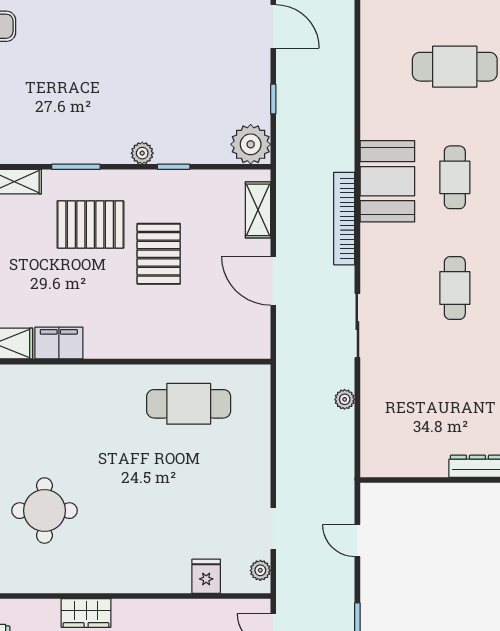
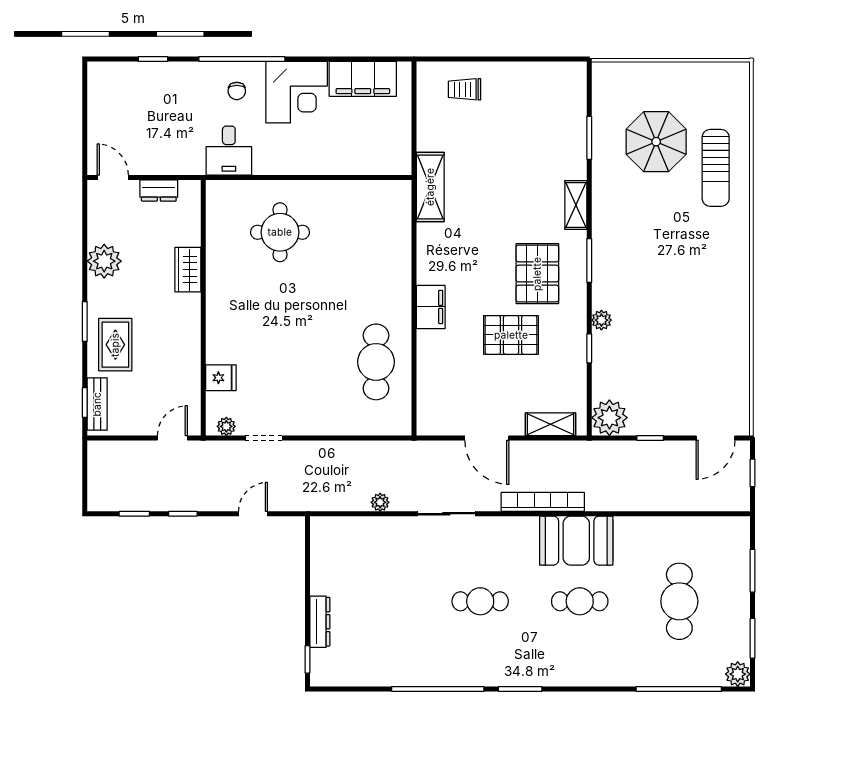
door: (273, 281) -> (487, 438), swing flipped
filing cabinet: (59, 343) -> (431, 307), moved

